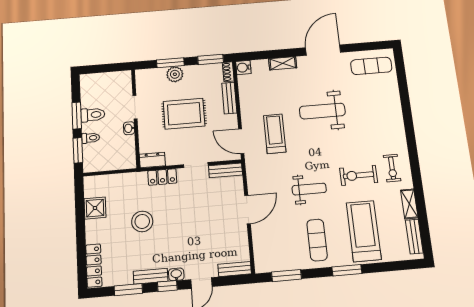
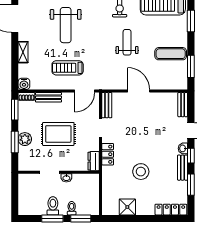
rug: (184, 114) -> (58, 134), turned 90
treadmill: (275, 134) -> (68, 68), moved
exercise mat: (317, 240) -> (171, 54), moved

